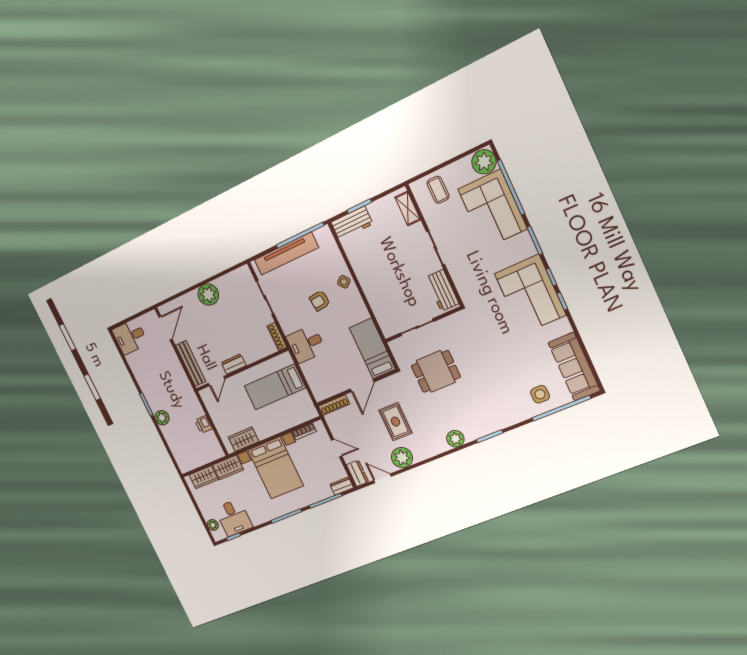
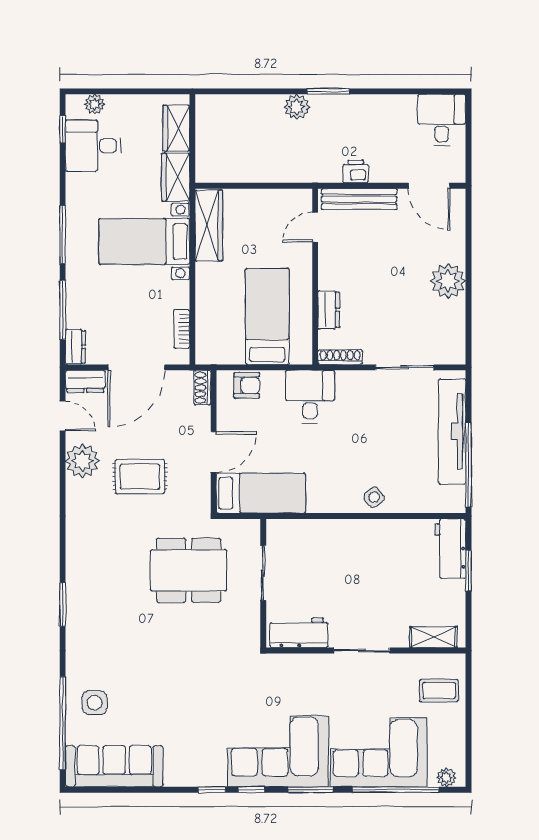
plant: (484, 162) -> (446, 777), width x0.53, depth x0.53
corner sofa: (530, 294) -> (278, 751), moved
armchair: (320, 301) -> (247, 385), moved, turned 96
dresser: (234, 364) -> (329, 310), moved
dining table: (436, 371) -> (189, 570), width x1.38
door: (216, 381) -> (315, 227), hinge flipped
door: (362, 385) -> (214, 452), swing flipped
shoe rack: (334, 405) -> (202, 388), width x0.70
printer: (204, 424) -> (356, 171), moved
wardrobe: (244, 439) -> (209, 225), width x1.50
plant: (455, 439) -> (79, 553), removed
door: (337, 448) -> (136, 367), width x1.88
bed with nightstands: (276, 468) -> (144, 241), width x0.73
door: (382, 478) -> (63, 416), hinge flipped

